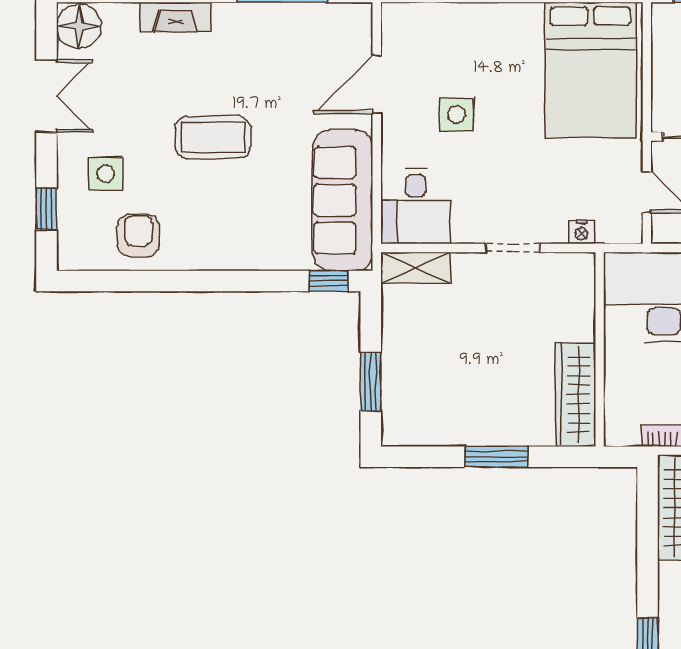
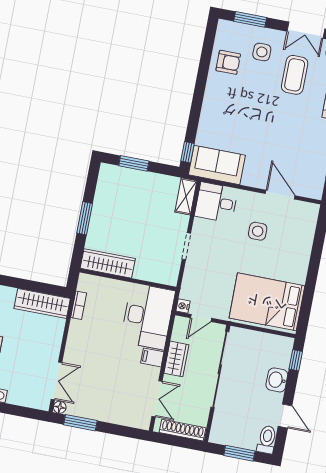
coffee table: (213, 137) -> (295, 75), moved
sofa: (343, 200) -> (217, 165), width x0.73
window: (46, 209) -> (250, 19), width x1.50
nightstand: (582, 232) -> (183, 306), moved

